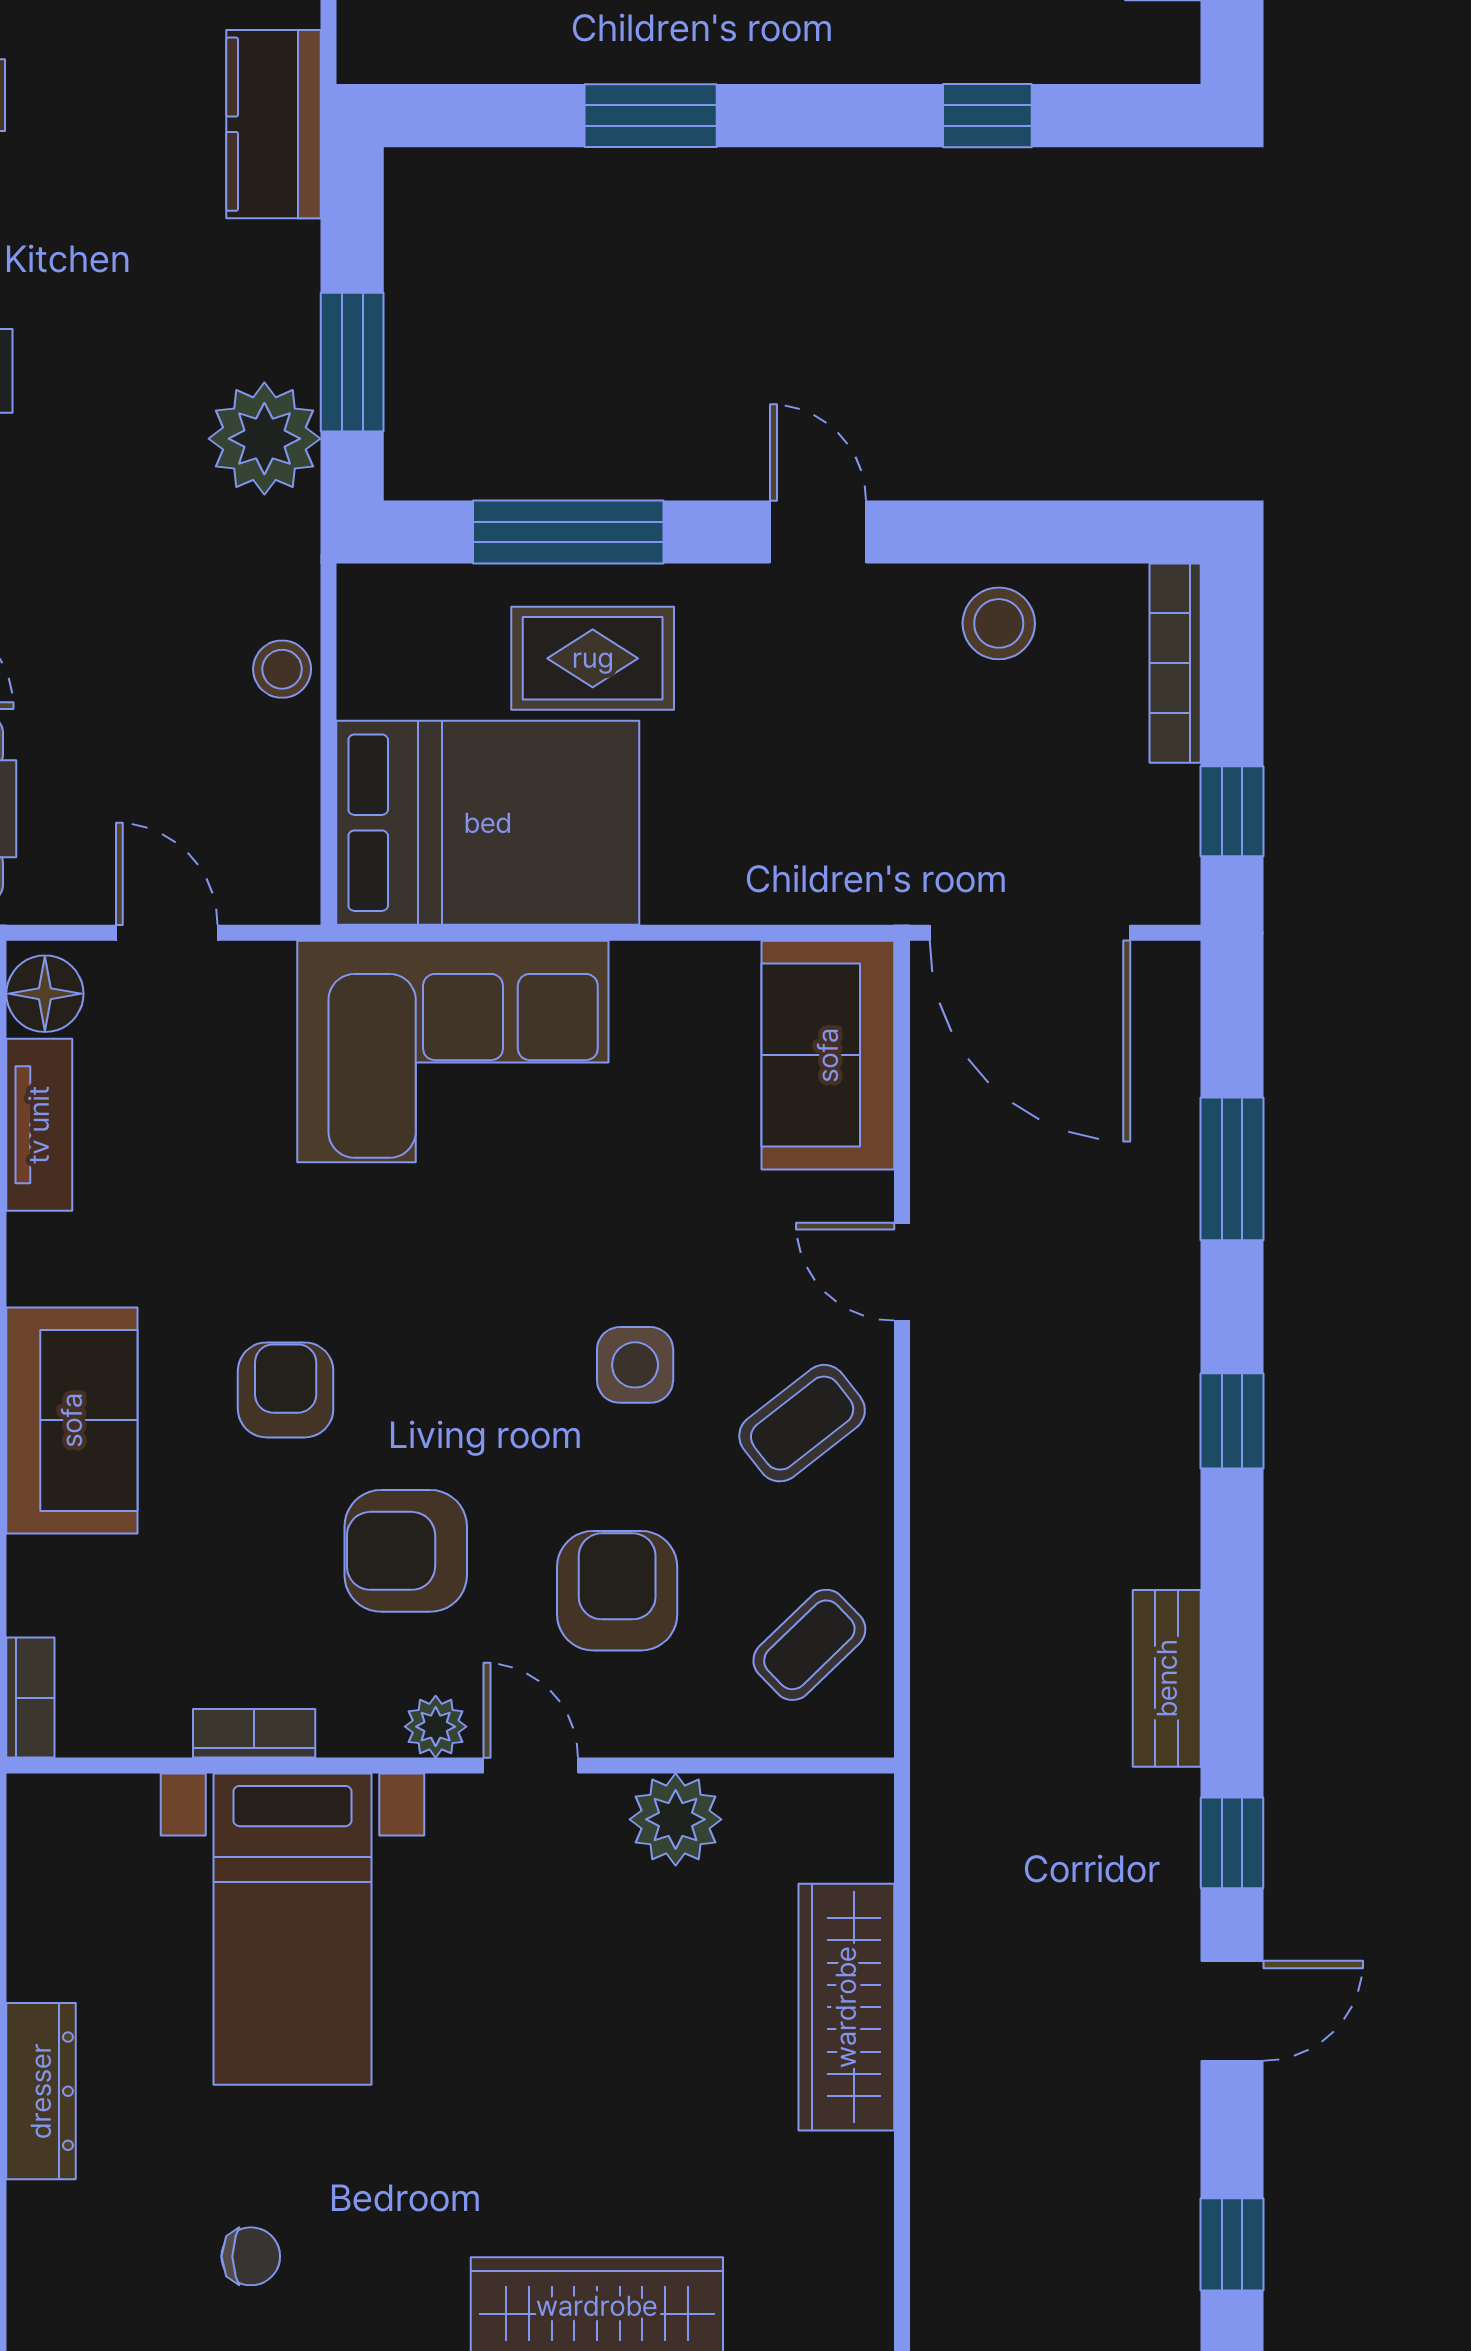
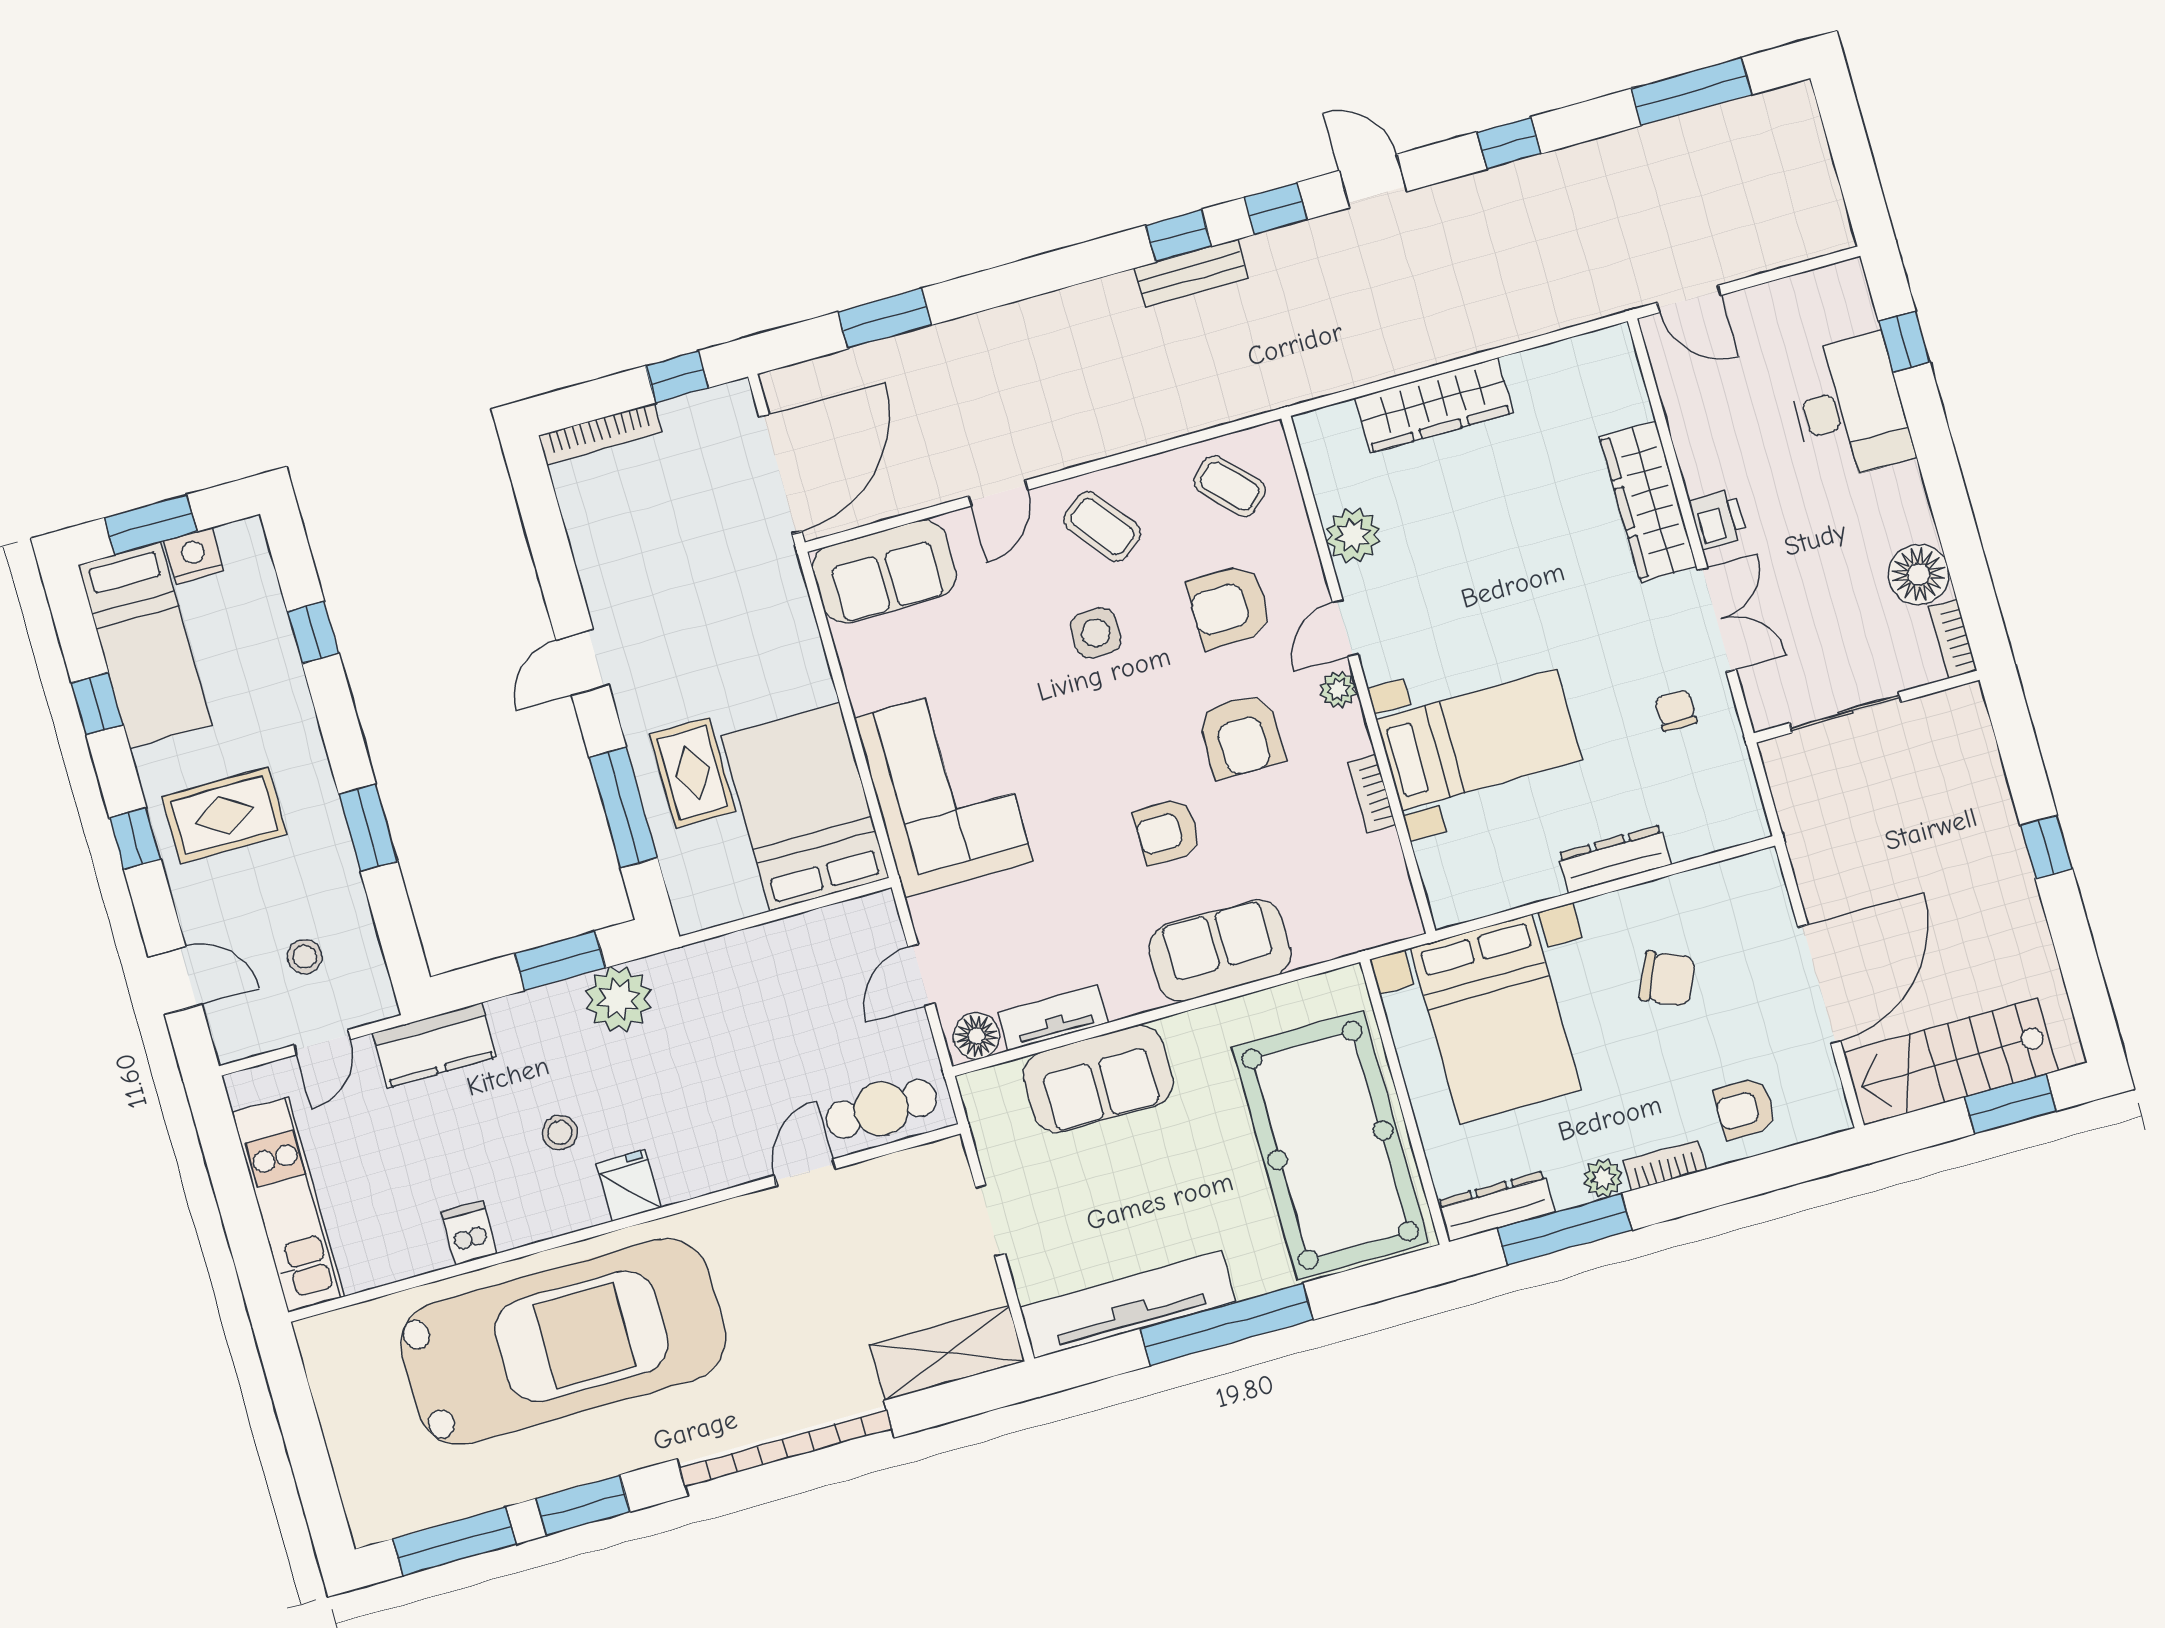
stool: (999, 623) -> (606, 543), removed
stool: (282, 669) -> (560, 1133), moved
window: (1232, 1421) -> (1179, 236), moved
bookcase: (30, 1698) -> (1387, 930), removed

